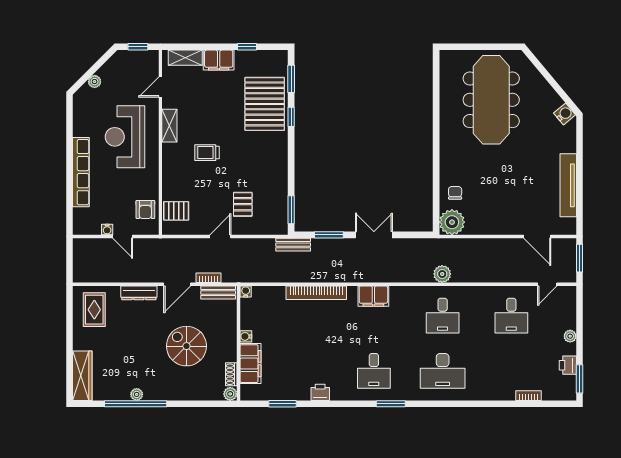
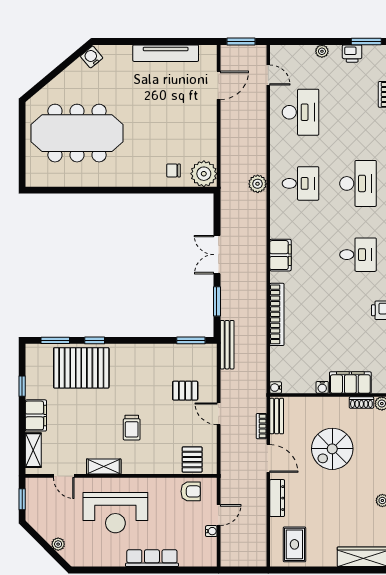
row of seats: (81, 172) -> (152, 558), width x0.73
bench: (293, 245) -> (227, 345), width x1.36
rug: (94, 310) -> (294, 544), turned 90
desk: (511, 316) -> (301, 112), width x1.37

